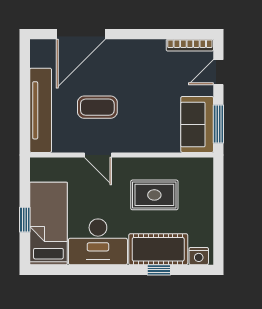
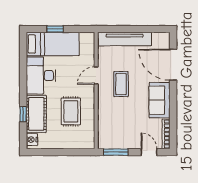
coffee table: (97, 107) -> (121, 84), moved
sofa: (197, 124) -> (160, 100), moved, turned -90

